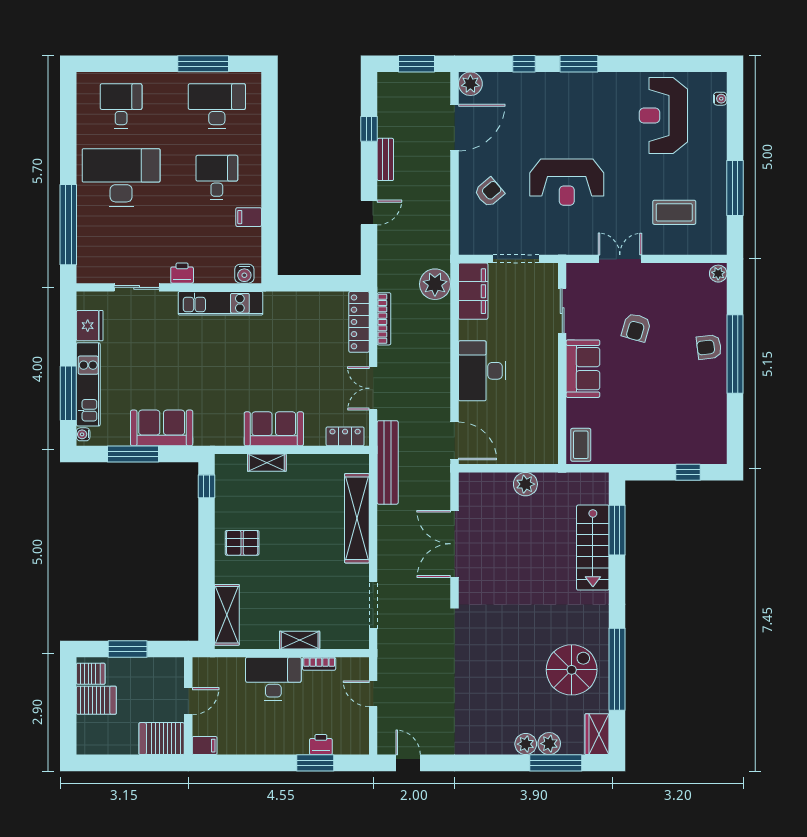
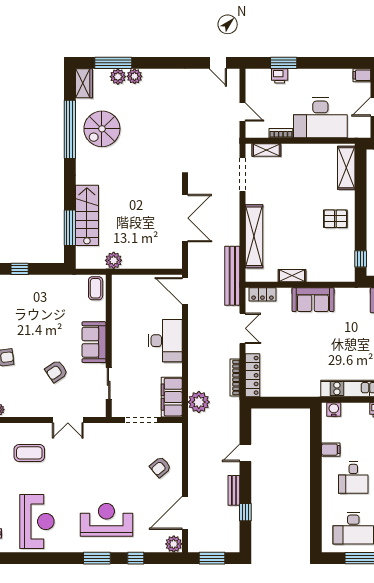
reception desk: (567, 182) -> (106, 520), moved
armchair: (636, 328) -> (56, 371), turned -140
shelving: (267, 463) -> (292, 276), moved
plant: (525, 484) -> (114, 260), moved
shelving: (300, 640) -> (266, 150), moved
desk: (273, 679) -> (320, 118), width x1.36, depth x1.30

